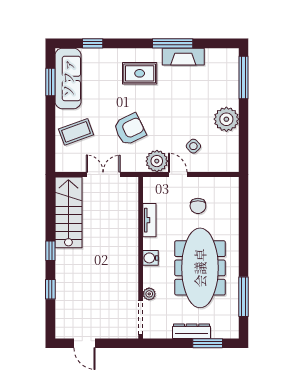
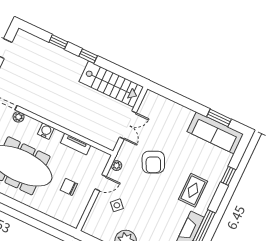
window: (93, 43) -> (228, 176), moved
coffee table: (76, 132) -> (171, 120), removed
plant: (157, 161) -> (117, 166), width x0.53, depth x0.53

